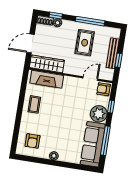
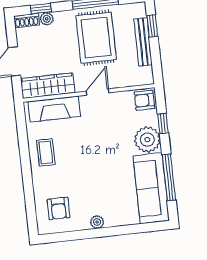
rug: (85, 43) -> (96, 38), width x1.36, depth x1.43
window: (119, 60) -> (152, 26), moved
door: (90, 79) -> (98, 92), moved

